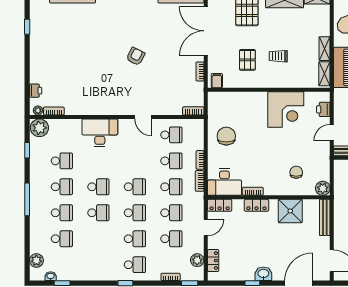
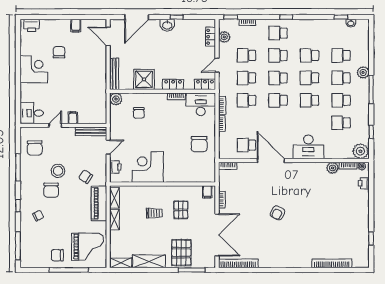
plant: (72, 108) -> (333, 168), added
door: (143, 117) -> (271, 161), width x1.88
school desk: (171, 161) -> (310, 55), moved
plant: (36, 260) -> (363, 72), moved

